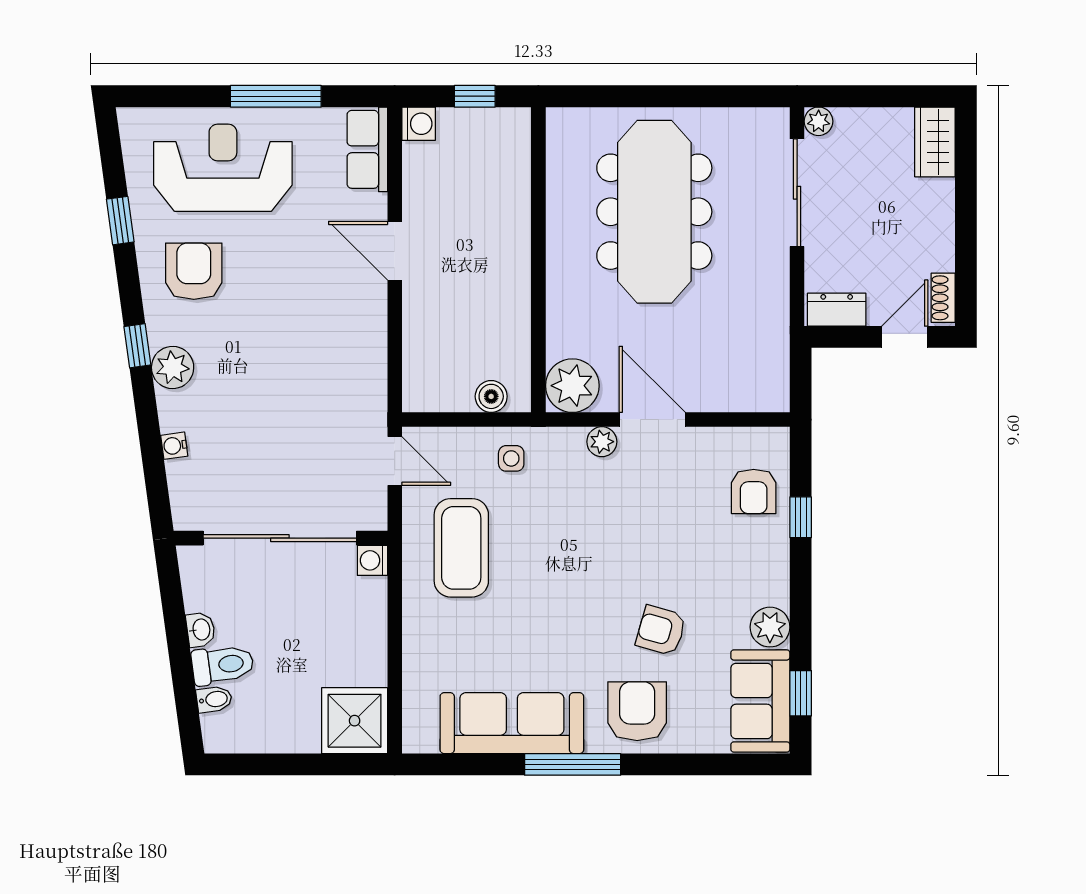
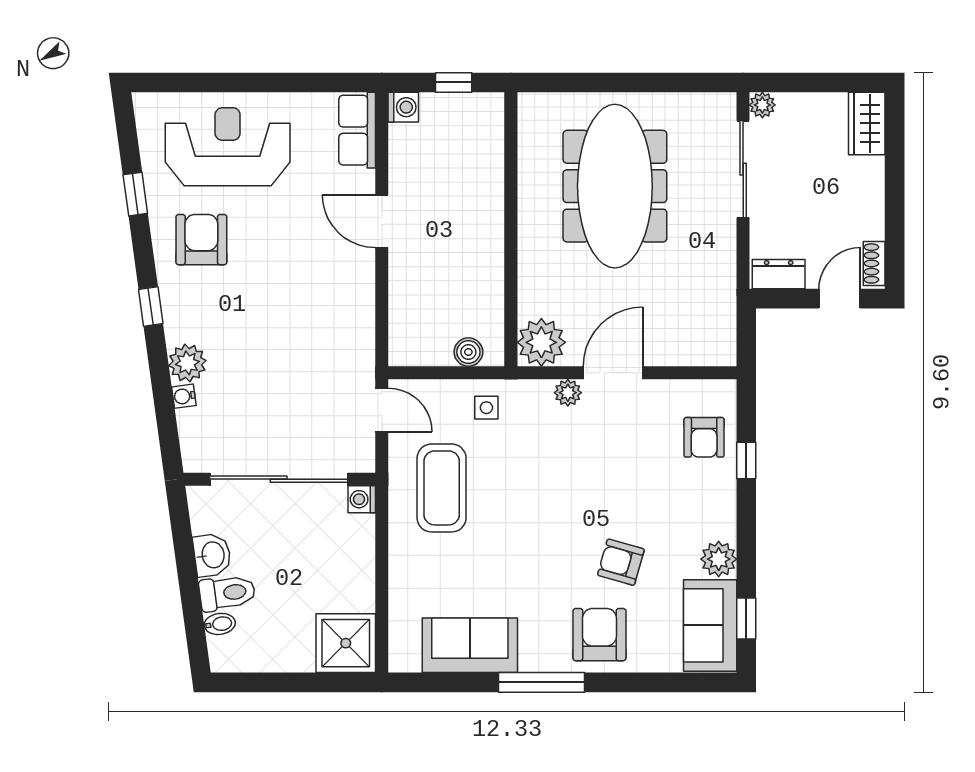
window: (276, 96) -> (275, 82), removed
plant: (173, 367) -> (187, 363), moved
door: (652, 420) -> (613, 373), hinge flipped
washbasin: (201, 630) -> (212, 555), width x1.38, depth x1.45
sofa: (512, 723) -> (470, 645), width x0.73

